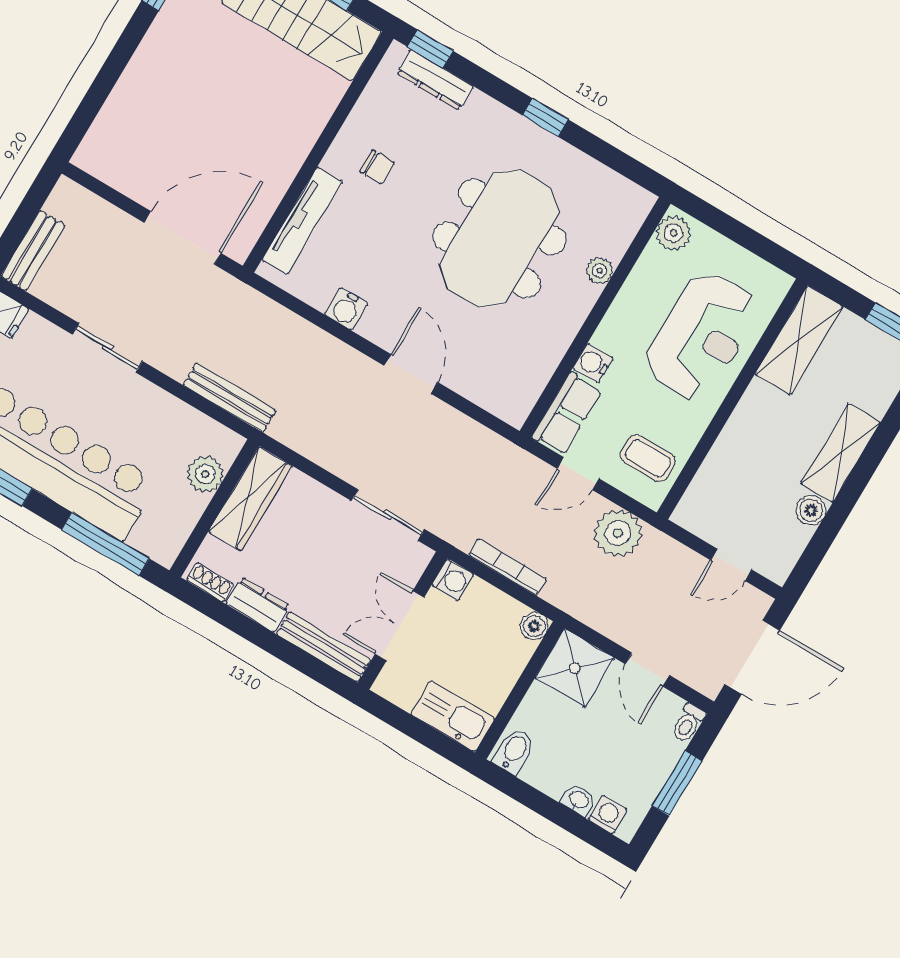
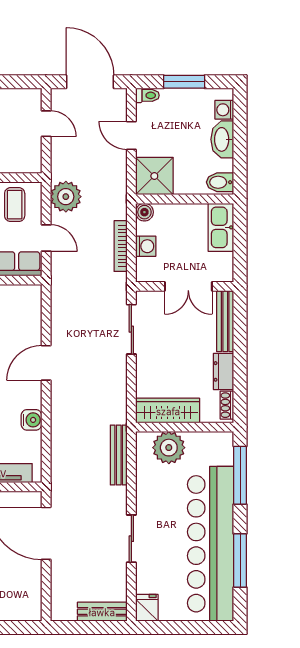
plant: (205, 474) -> (169, 448), width x1.36, depth x1.36
washing machine: (453, 580) -> (146, 246), moved, turned 90
door: (647, 670) -> (131, 135), swing flipped
washbasin: (579, 800) -> (222, 139), width x1.91, depth x1.45

